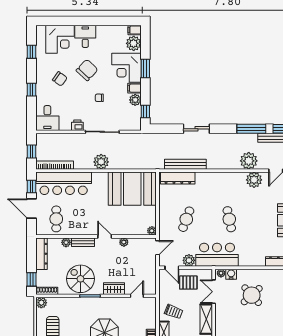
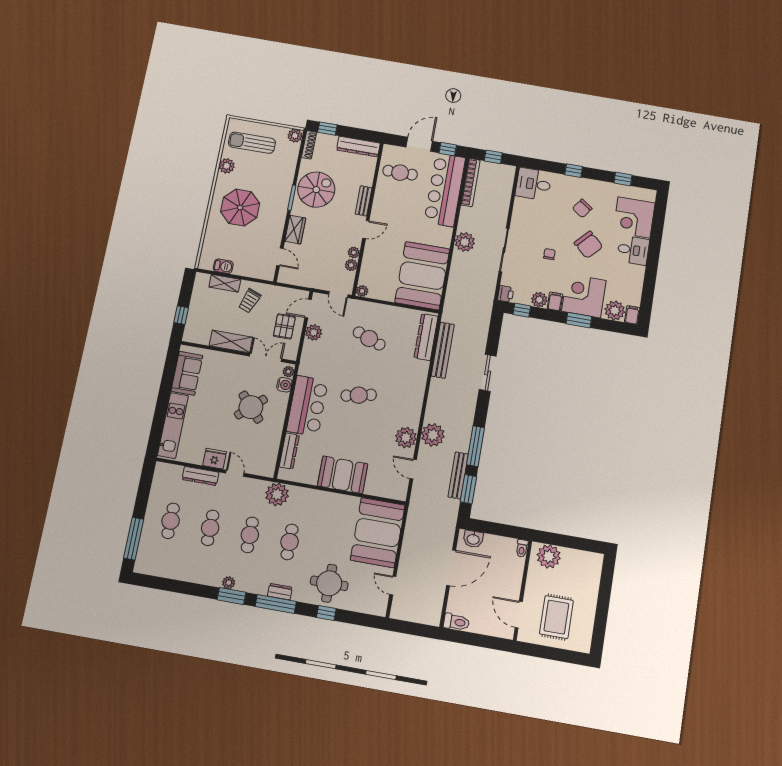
printer: (77, 125) -> (506, 294), moved
plant: (66, 242) -> (351, 265), moved
bar counter: (217, 255) -> (307, 406), moved

